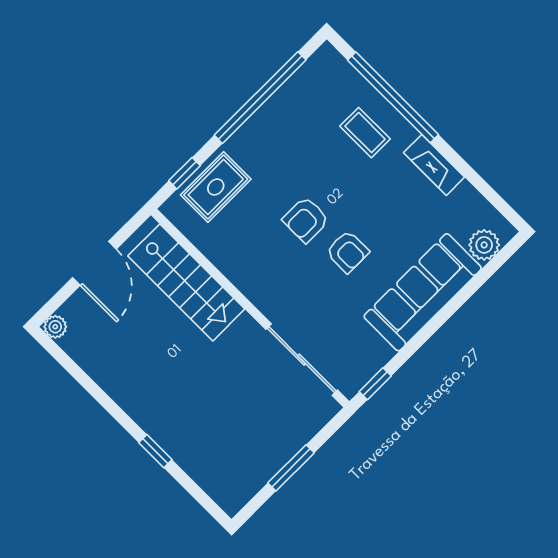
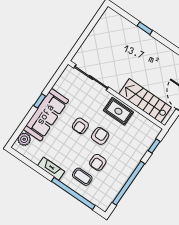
armchair: (323, 159) -> (98, 162), added
rug: (216, 187) -> (118, 111), moved, turned 90
armchair: (347, 252) -> (80, 126), turned -90
window: (375, 384) -> (40, 101), moved
window: (291, 468) -> (87, 32), removed

